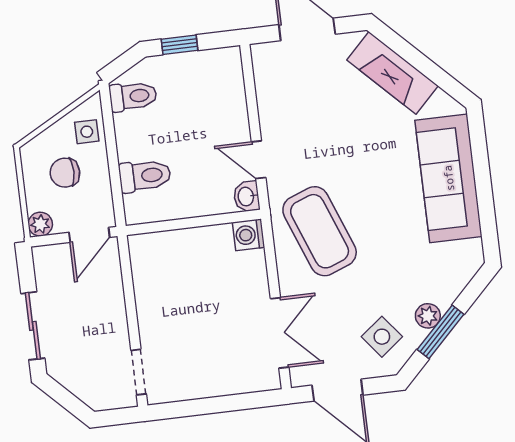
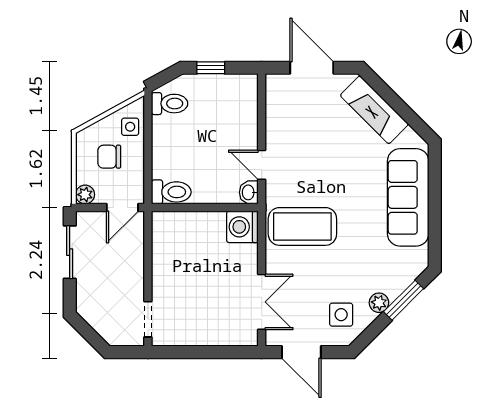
toilet: (145, 176) -> (171, 192), moved
coffee table: (320, 231) -> (302, 226), turned -69
washing machine: (249, 235) -> (242, 227), width x1.38, depth x1.38
sliding door: (33, 326) -> (70, 252), moved
window: (441, 332) -> (404, 300), moved
side table: (382, 337) -> (341, 315), turned 38

